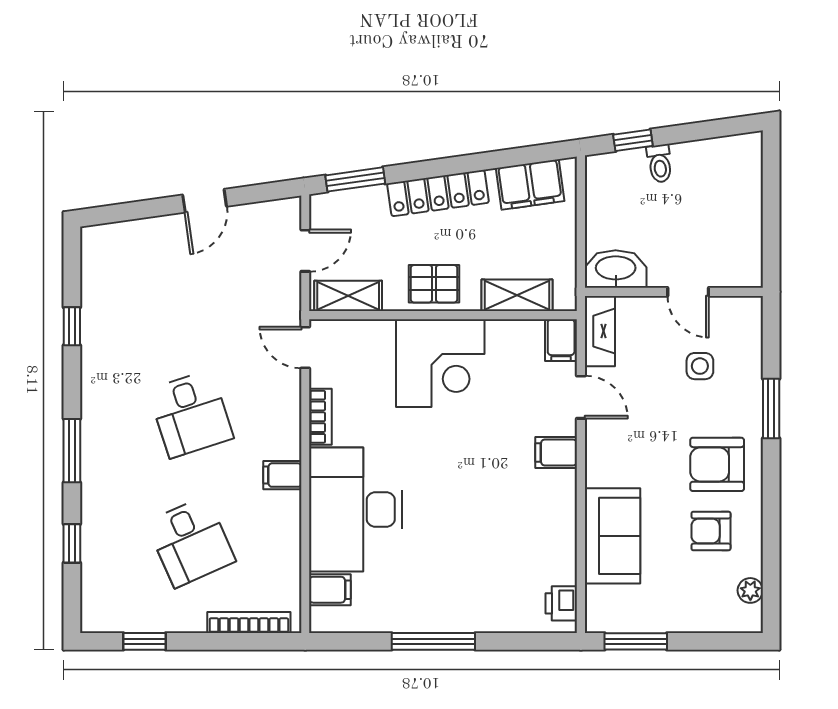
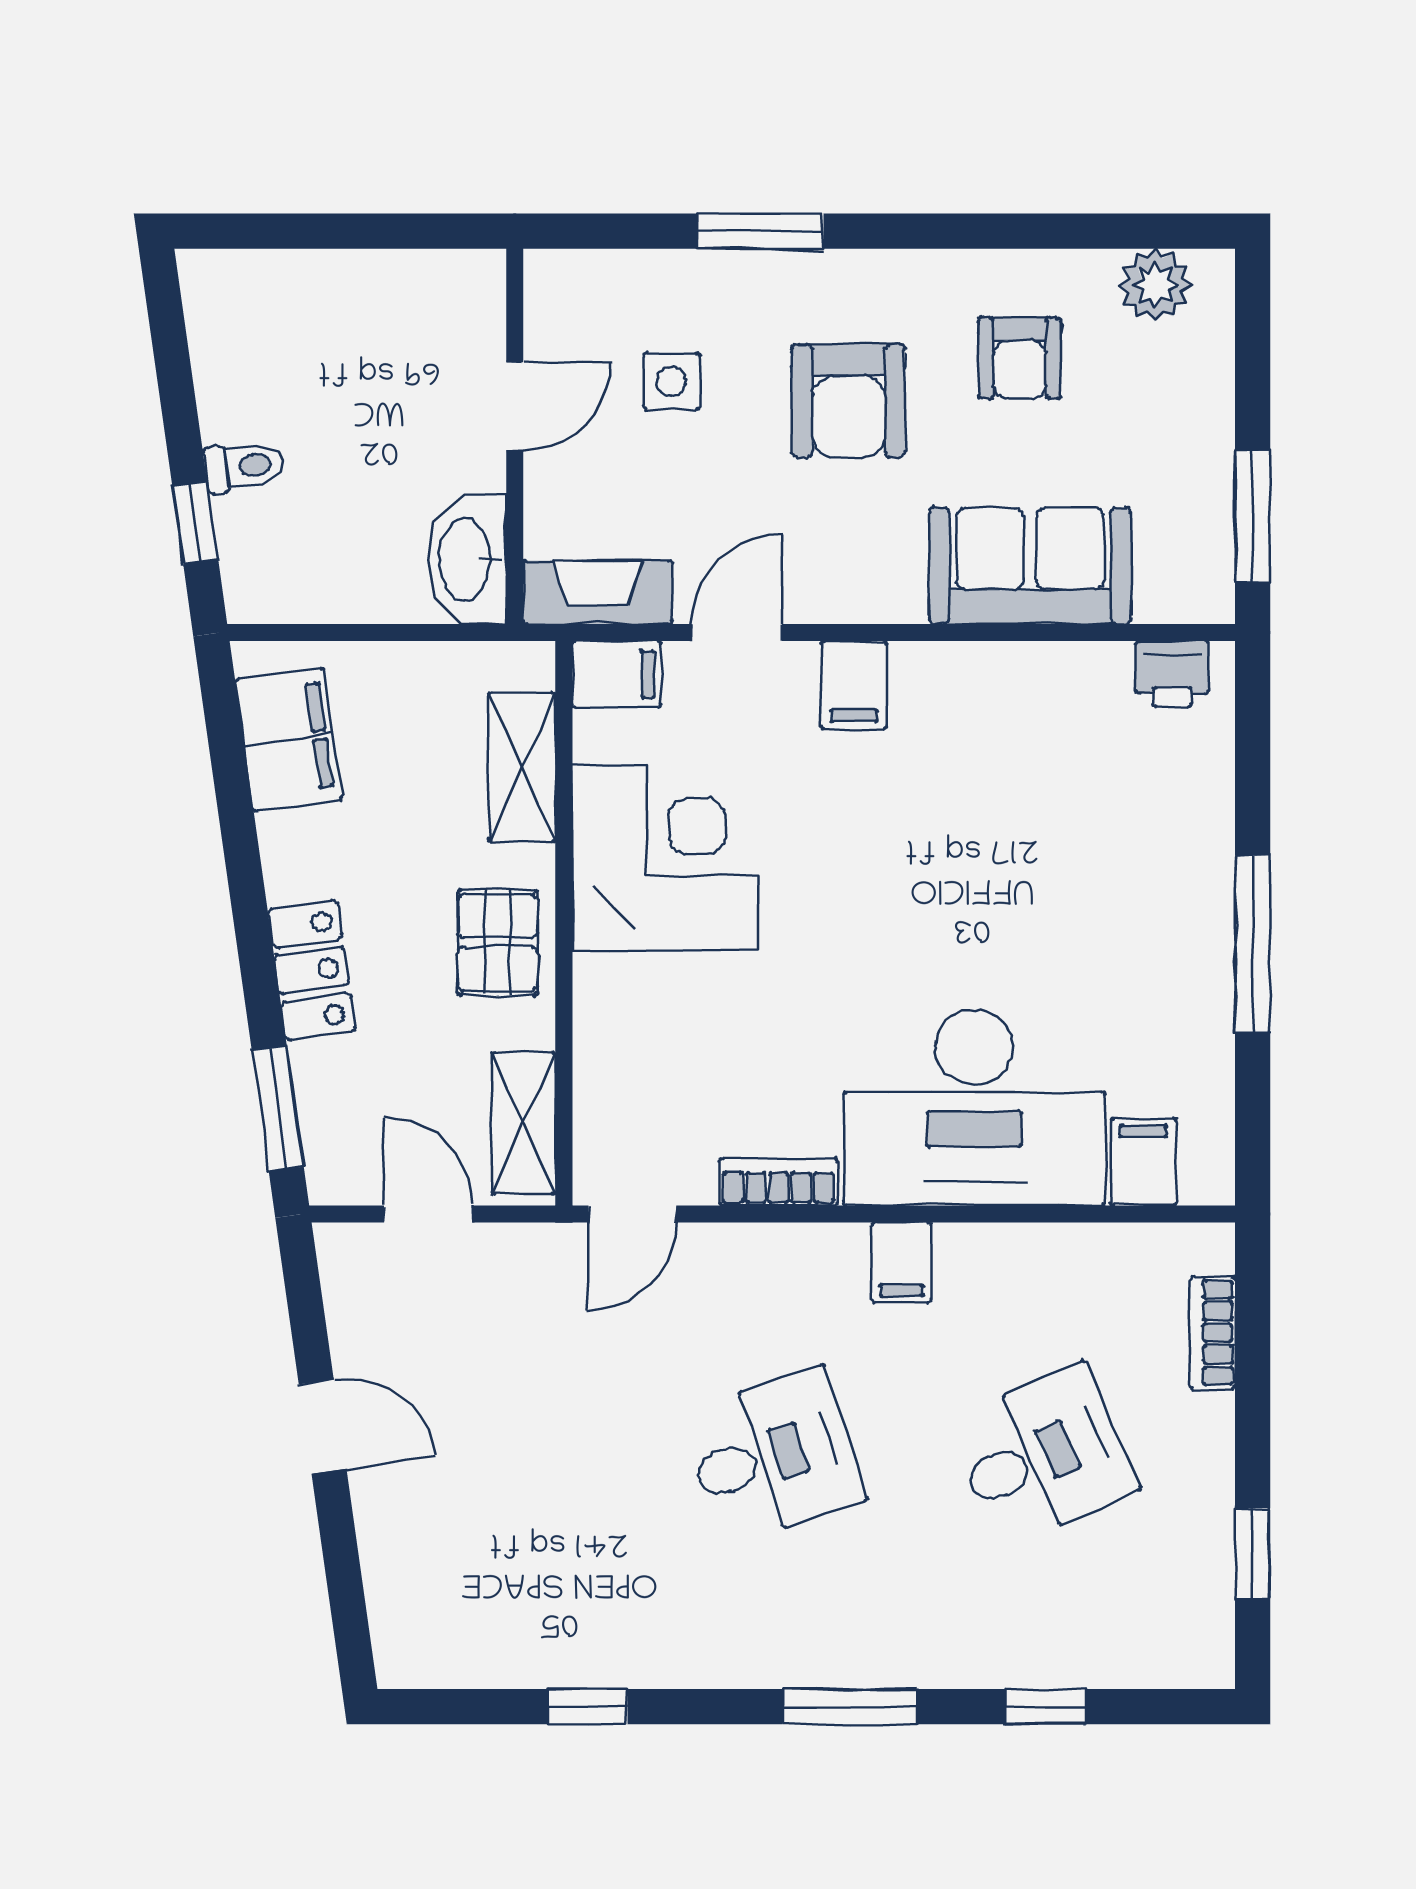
locker: (438, 193) -> (312, 970), width x0.66
corner desk: (440, 363) -> (665, 858), moved
armchair: (717, 464) -> (848, 401), moved
plant: (750, 590) -> (1155, 285), width x1.38, depth x1.38
bookcase: (249, 622) -> (1213, 1333), width x0.64

